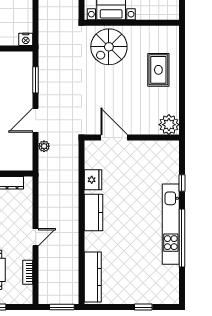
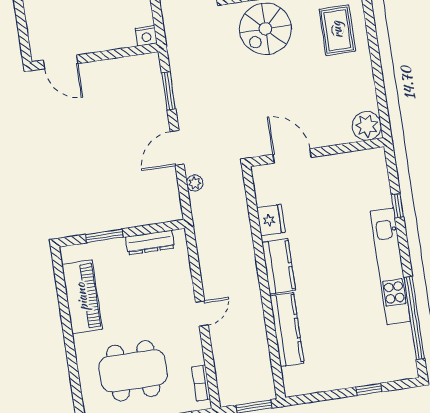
rug: (158, 70) -> (337, 30), moved
window: (182, 238) -> (414, 318), moved
bookcase: (28, 272) -> (201, 383), moved
kitchen counter: (93, 277) -> (287, 330), moved

